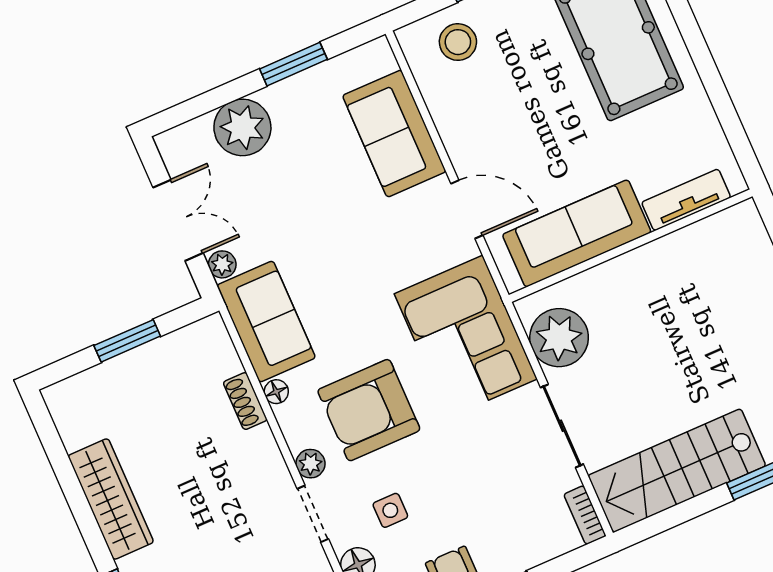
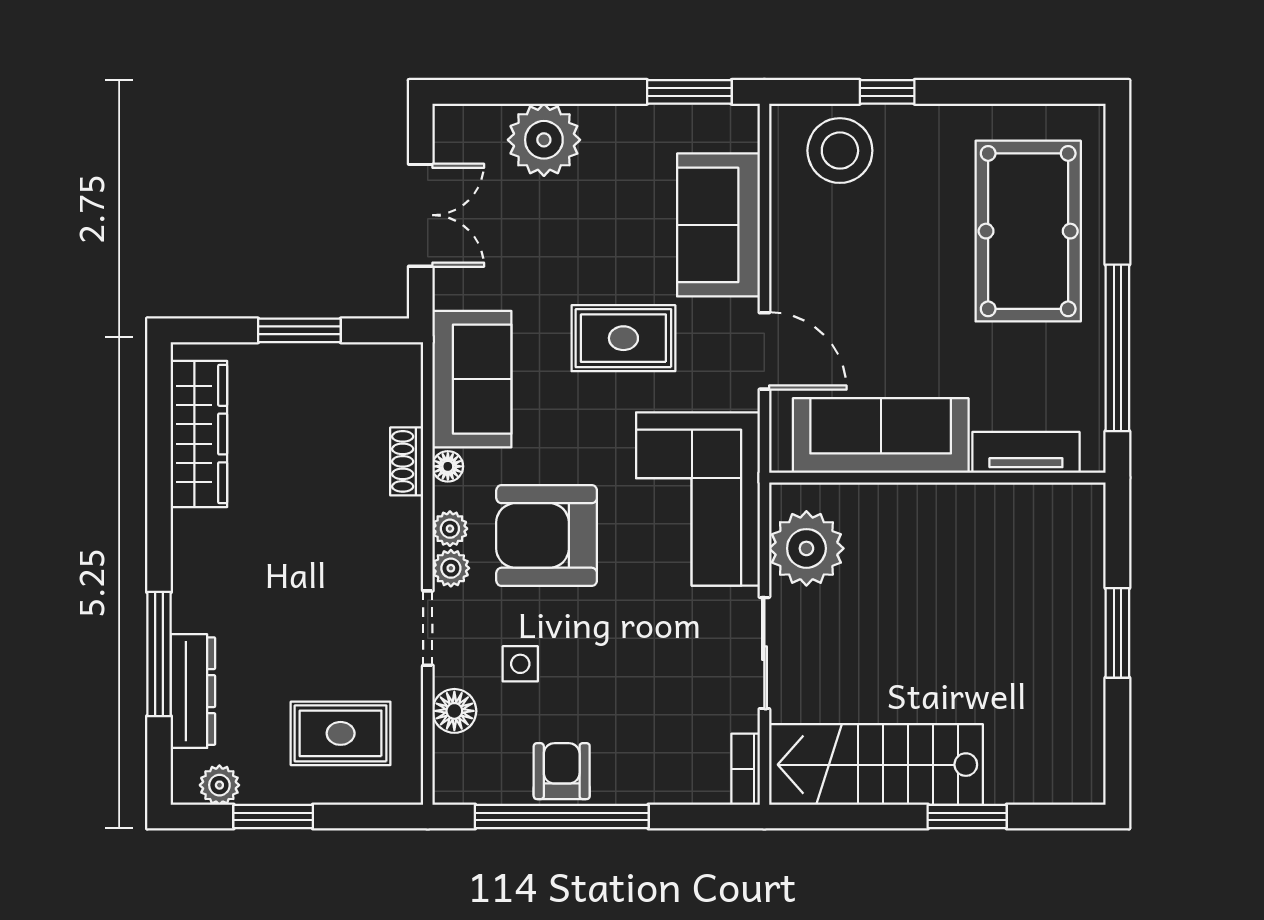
stool: (458, 42) -> (840, 151), width x1.38, depth x1.38
window: (293, 64) -> (689, 92), moved
window: (719, 96) -> (1117, 348), added
rug: (362, 245) -> (623, 338), added
plant: (222, 264) -> (450, 529), moved
wardrobe: (111, 499) -> (199, 434), moved

